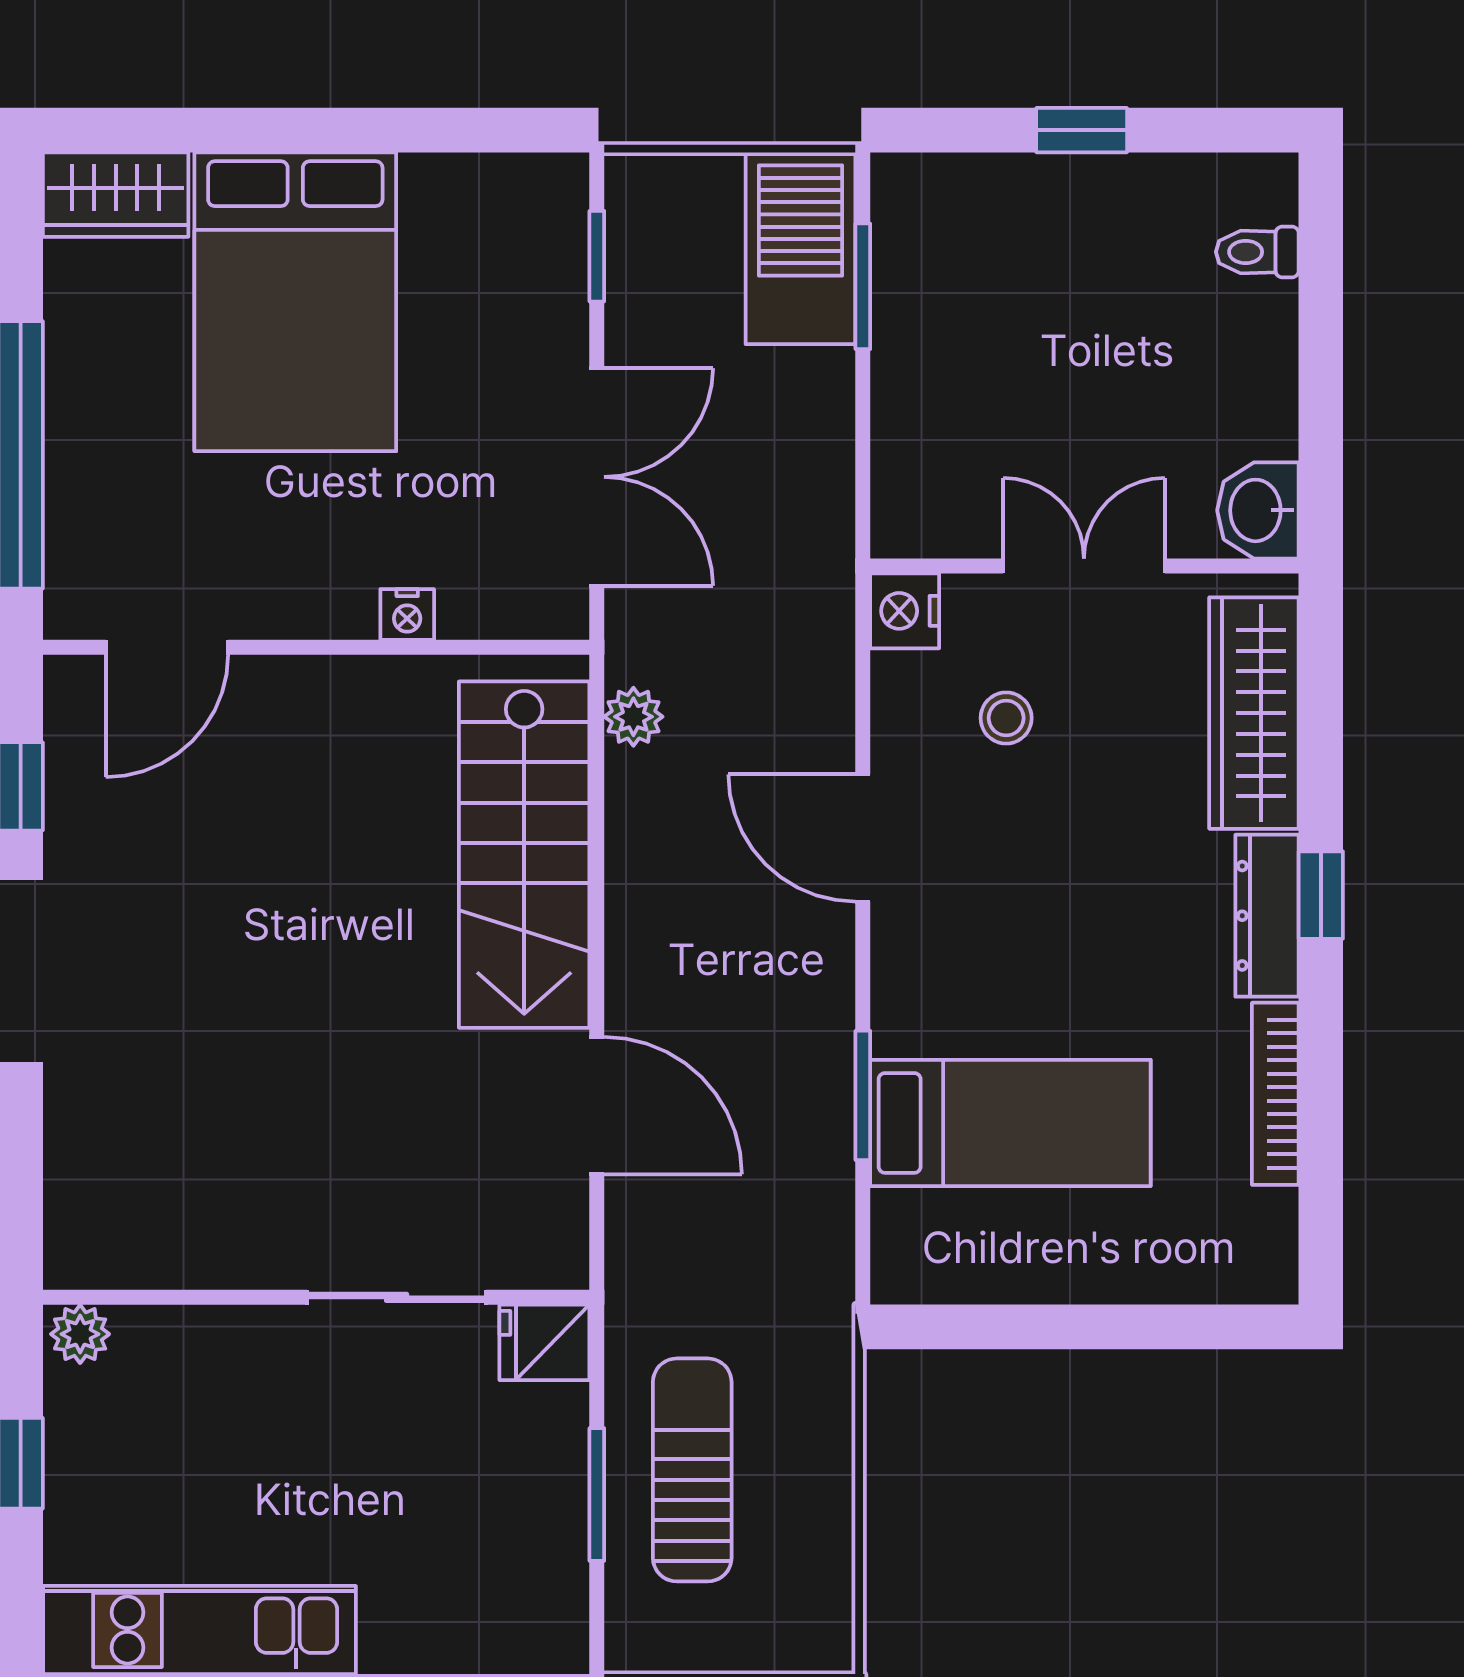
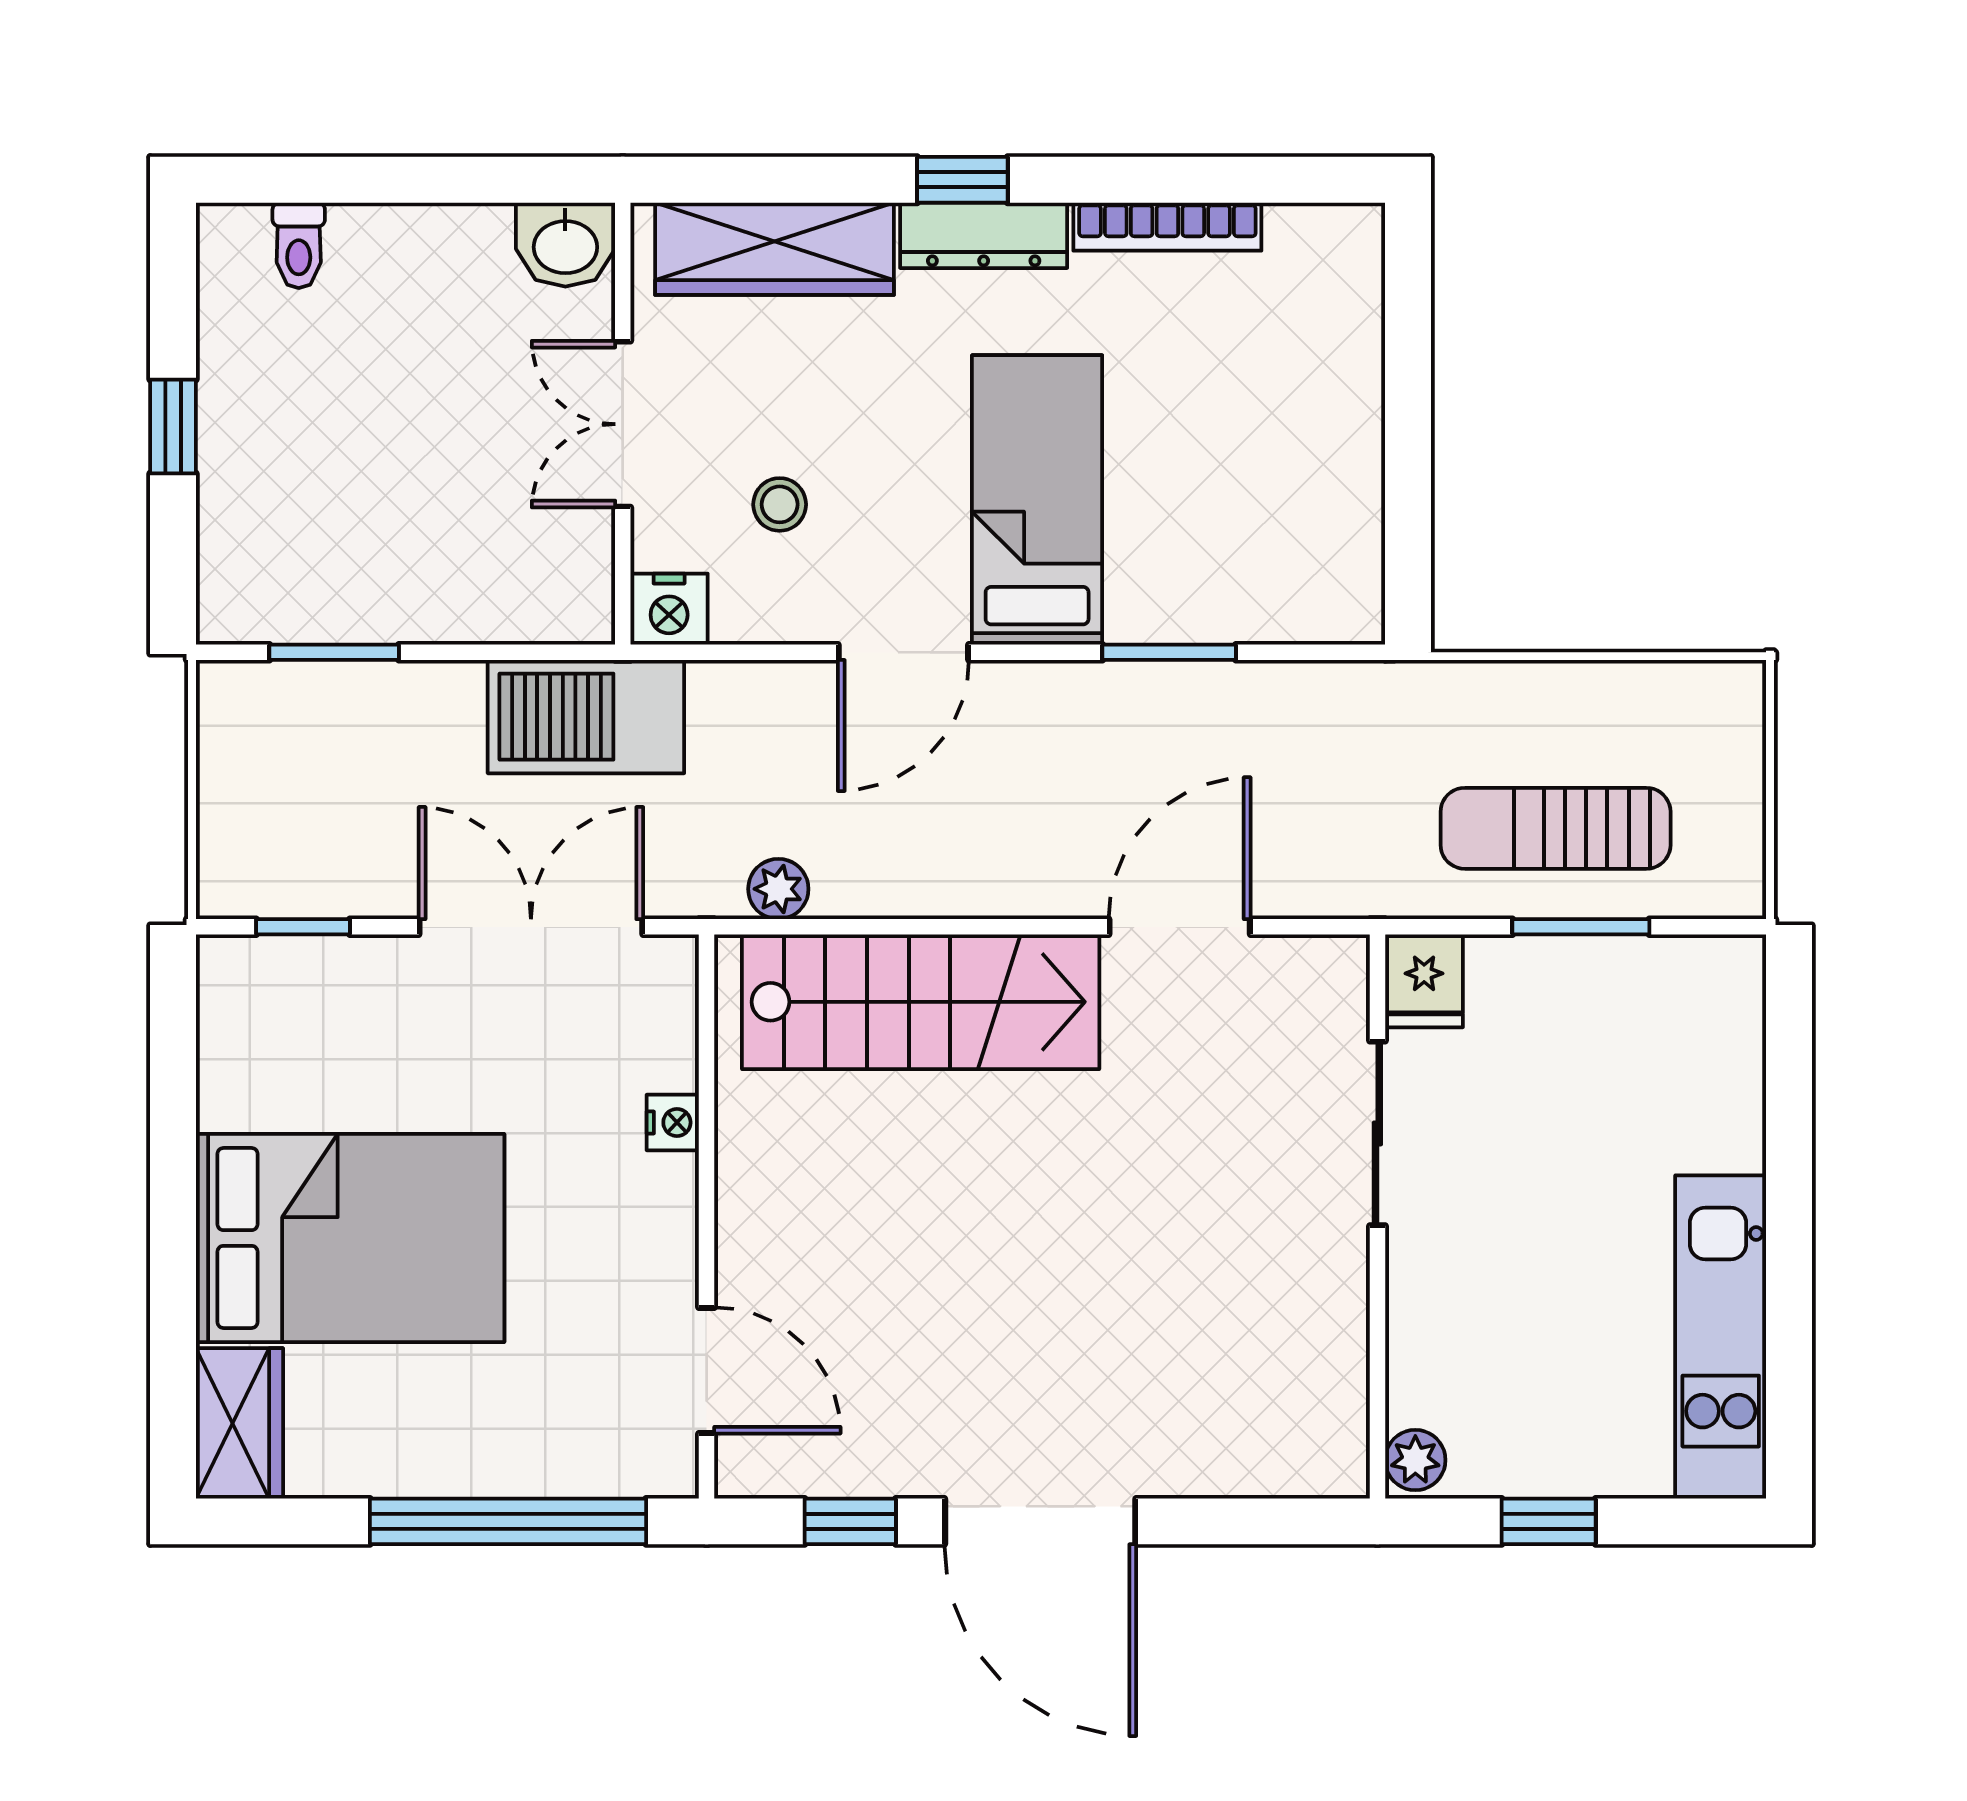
barbecue: (800, 249) -> (586, 717), moved
bed: (1010, 1123) -> (1037, 500), moved

